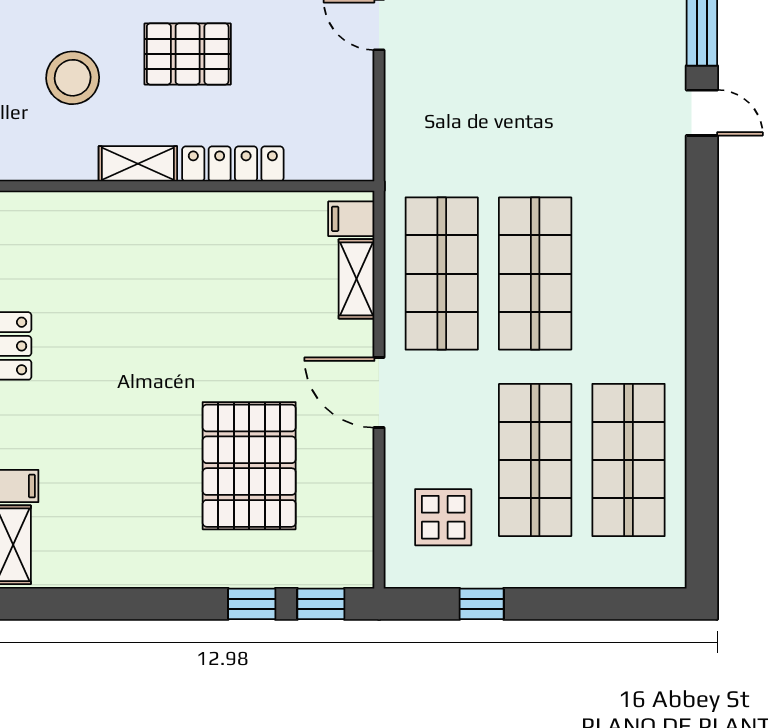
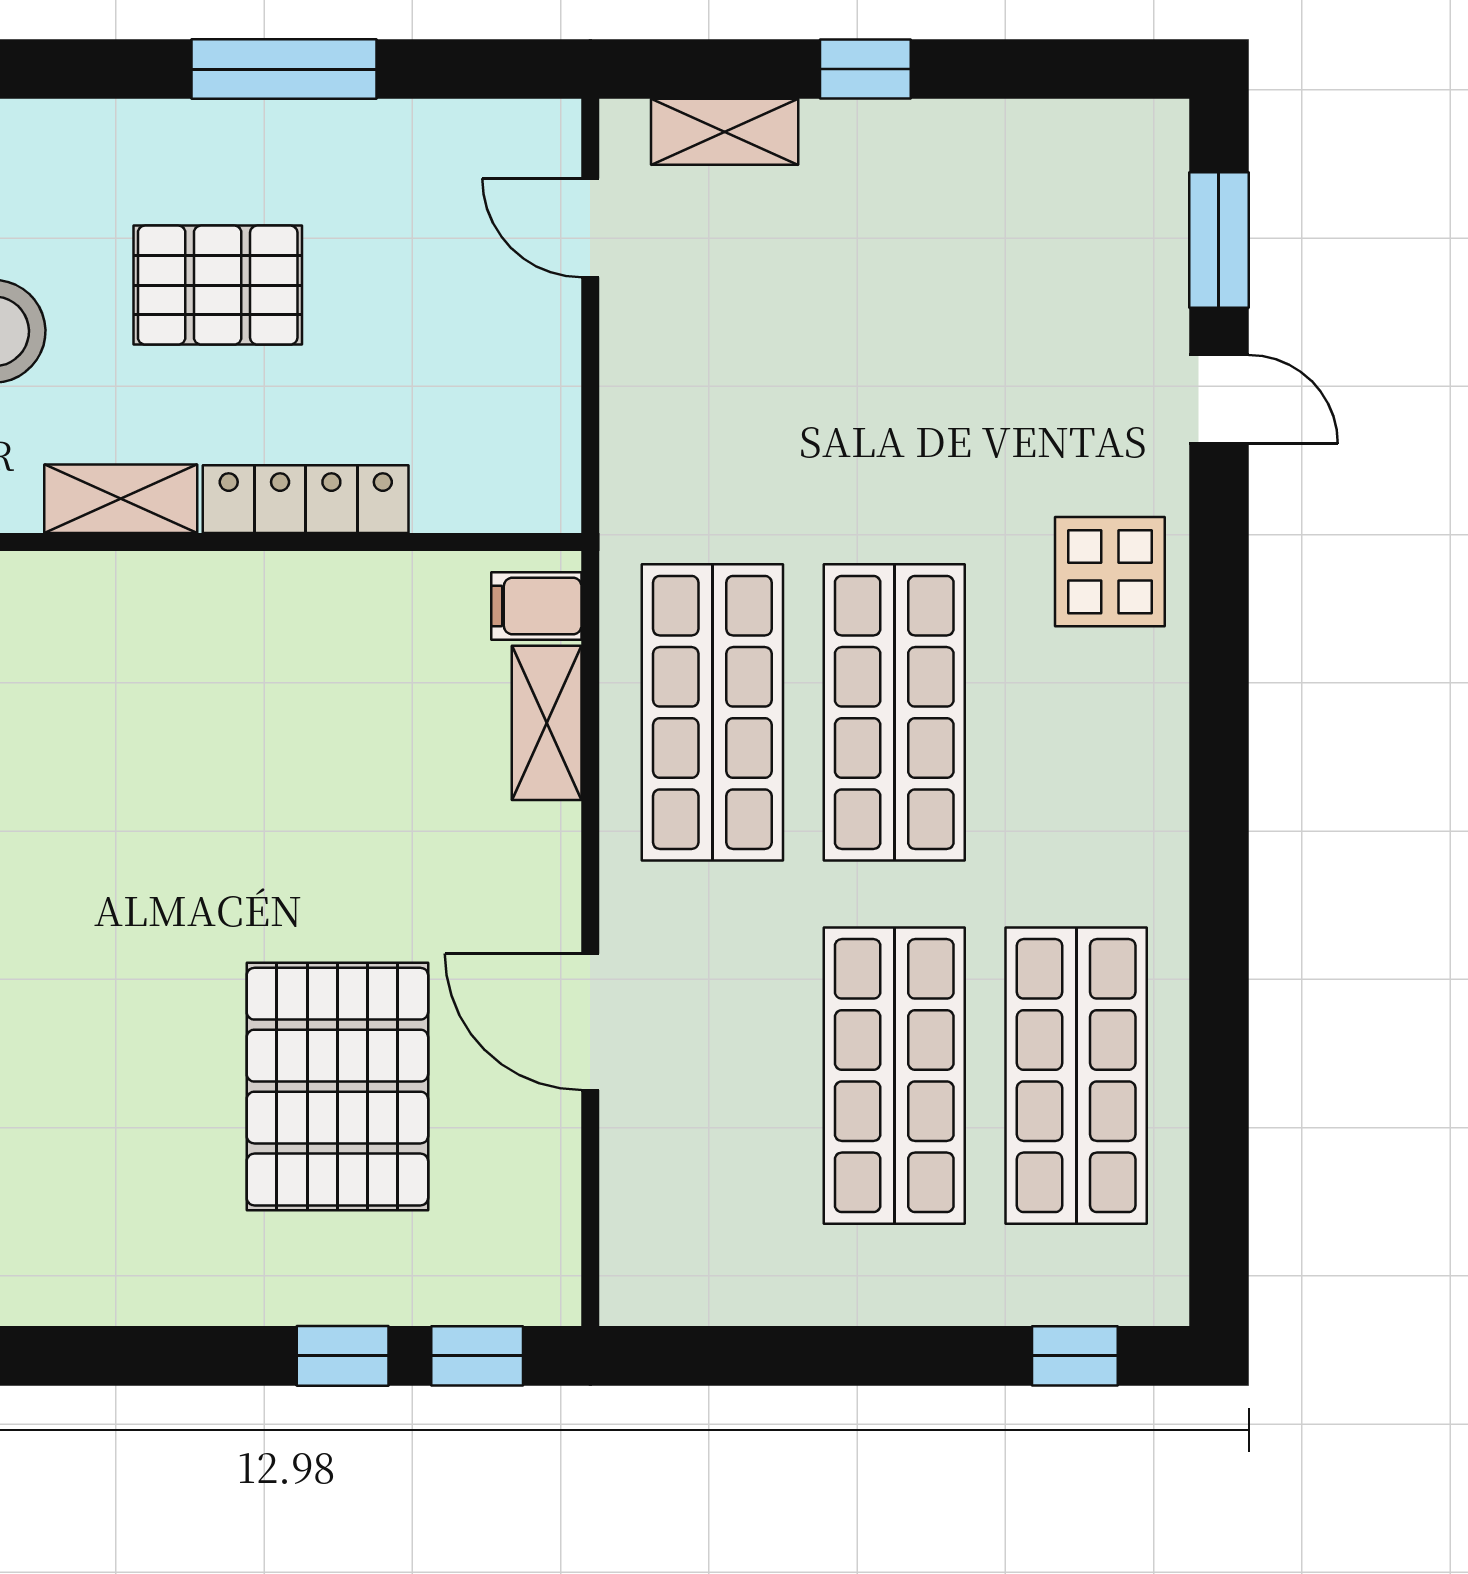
door: (379, 393) -> (590, 1022), moved
display table: (443, 517) -> (1110, 572), moved
window: (482, 604) -> (1075, 1356), moved

